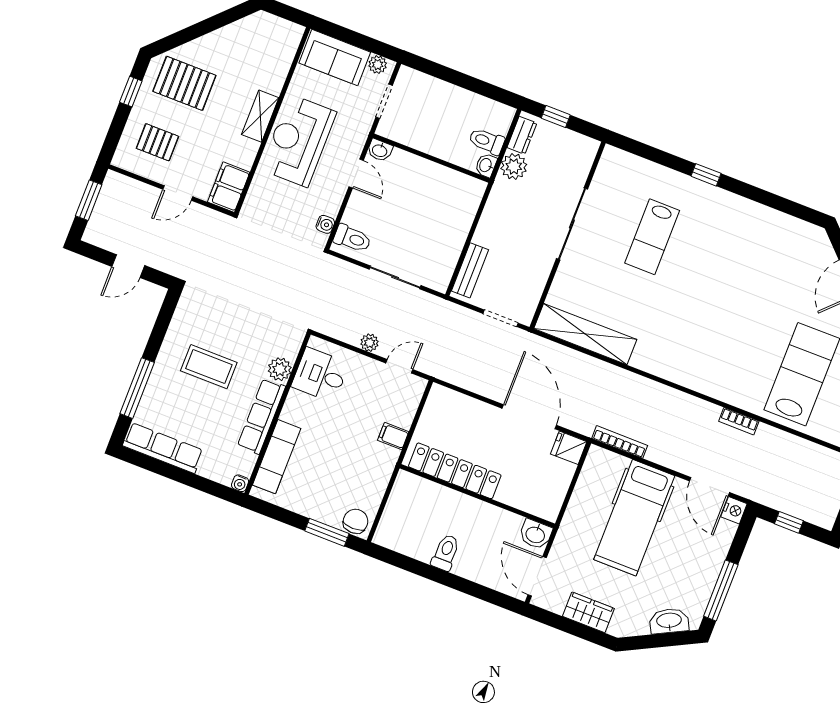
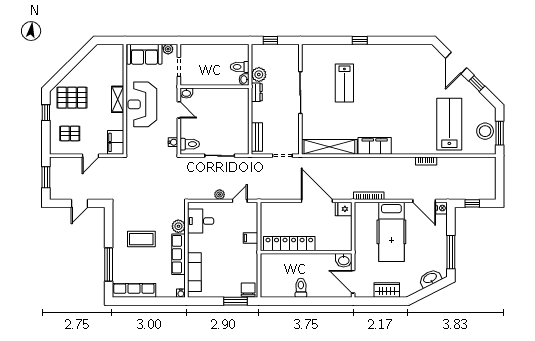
dresser: (522, 135) -> (257, 92), moved
filing cabinet: (662, 362) -> (375, 146), added

